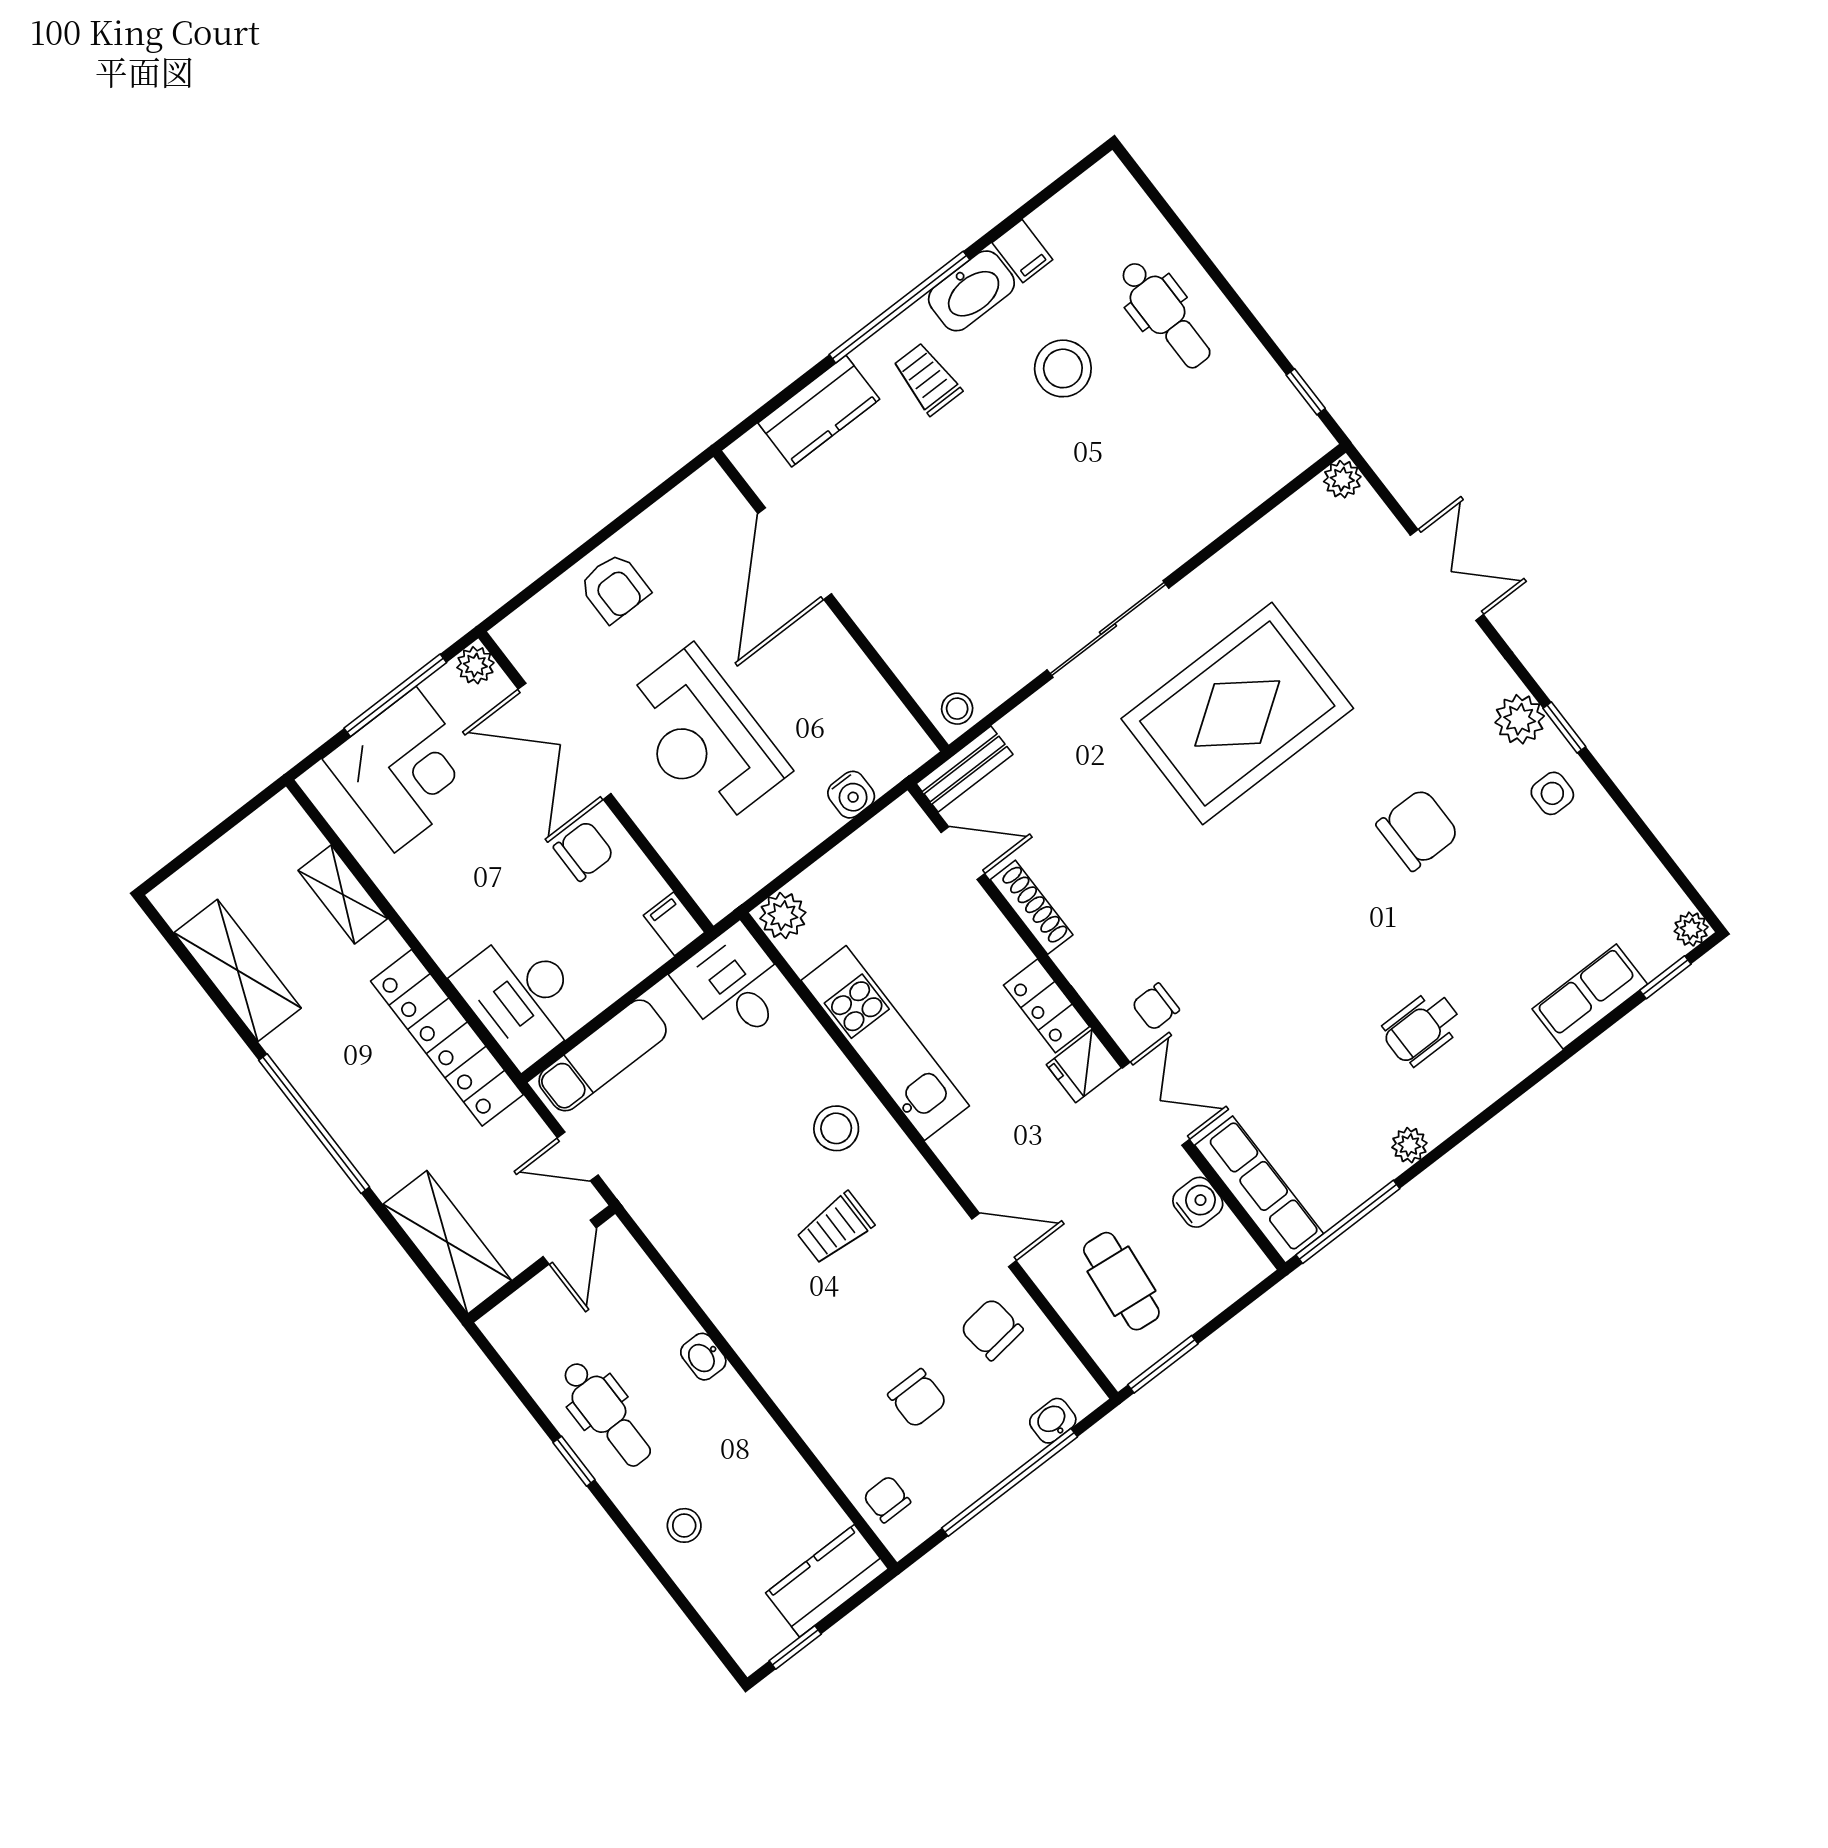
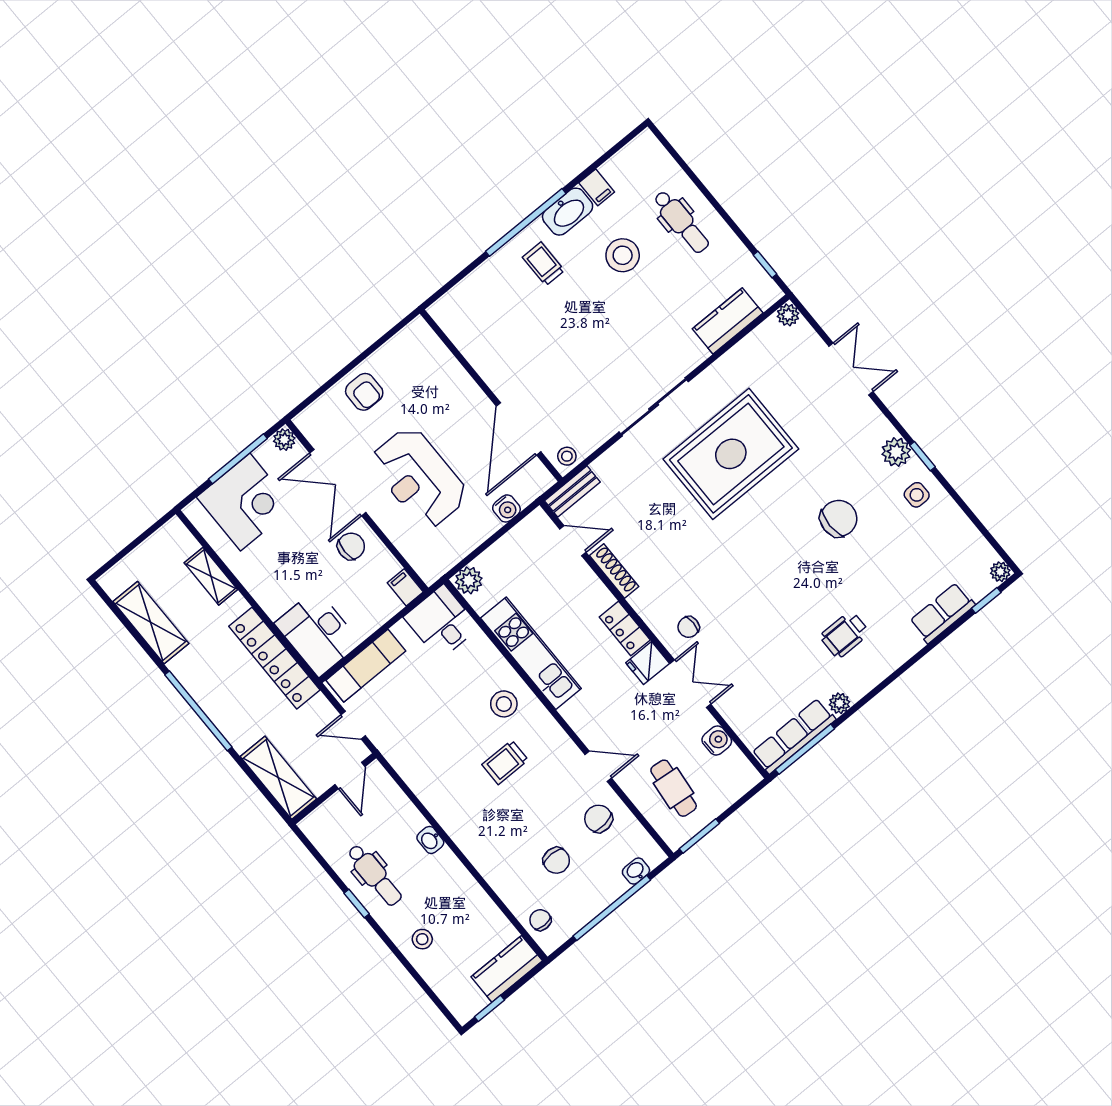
kitchen counter: (819, 411) -> (728, 321), moved, turned 180
door: (795, 554) -> (519, 429), moved
row of seats: (1259, 1189) -> (794, 736), moved, turned -90

